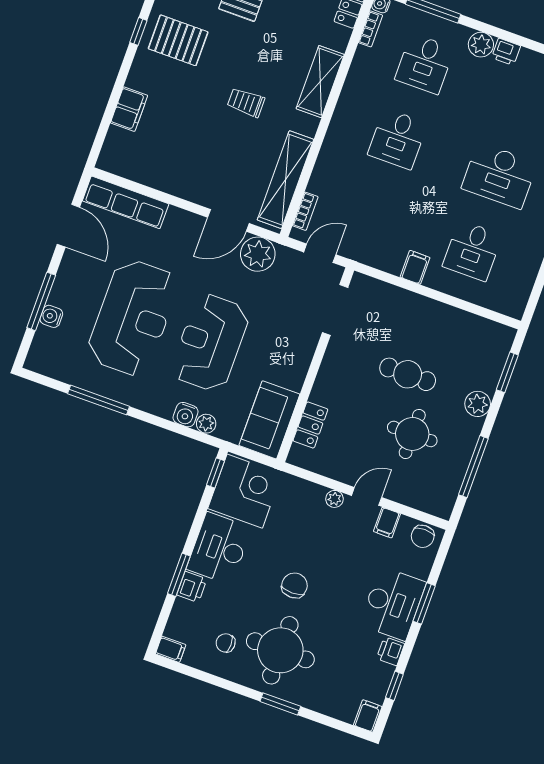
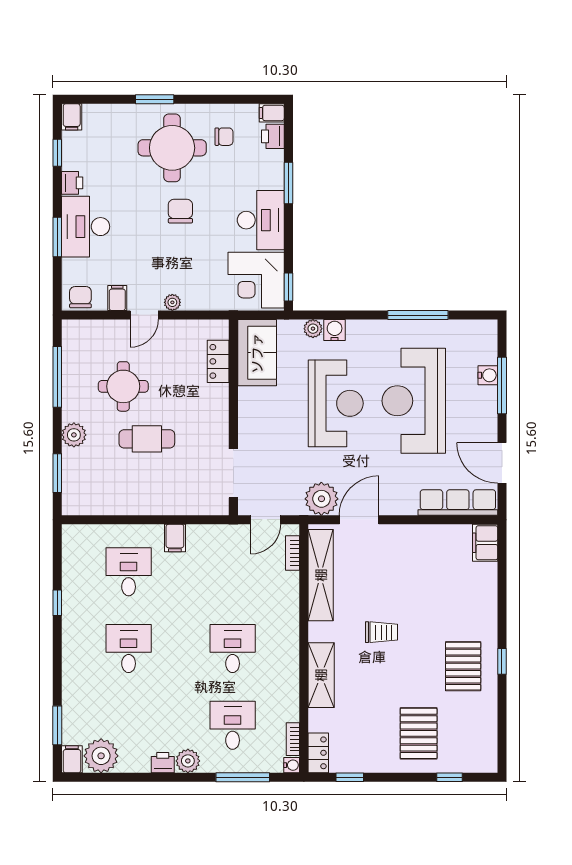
pallet: (178, 40) -> (463, 666), turned 90
filing cabinet: (129, 109) -> (485, 543), moved
desk: (499, 176) -> (129, 649), width x0.73
chair: (294, 585) -> (180, 211), turned 180
printer: (192, 587) -> (273, 136), moved

